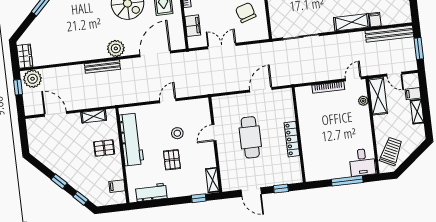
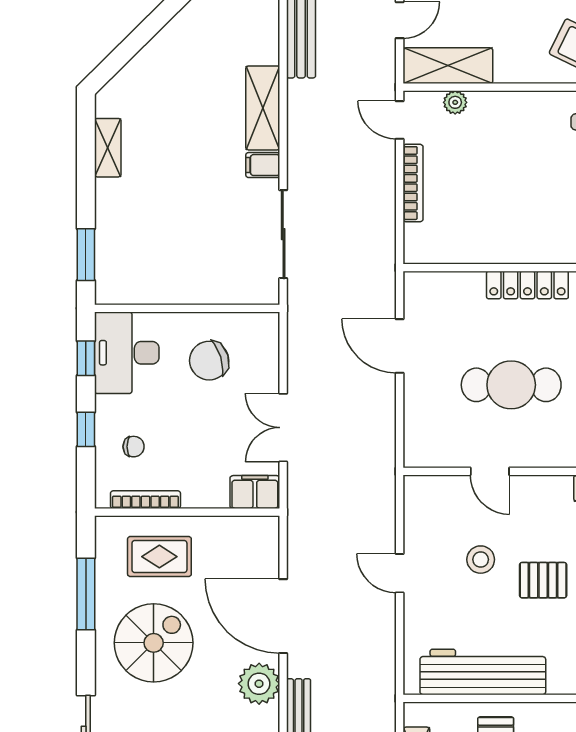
filing cabinet: (375, 20) -> (263, 165), moved
filing cabinet: (193, 26) -> (255, 492), moved
door: (155, 54) -> (283, 616), moved

